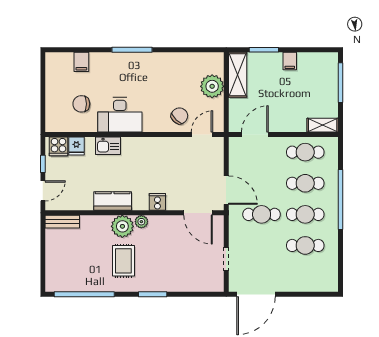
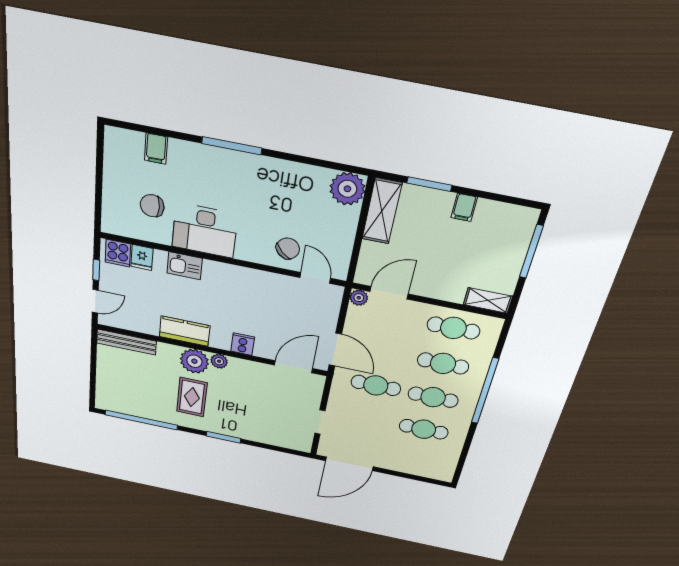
plant: (212, 86) -> (347, 189), moved
door: (202, 134) -> (315, 278), hinge flipped
plant: (235, 143) -> (359, 298), added
door: (198, 213) -> (294, 367), swing flipped
bench: (62, 222) -> (126, 342), width x1.36

